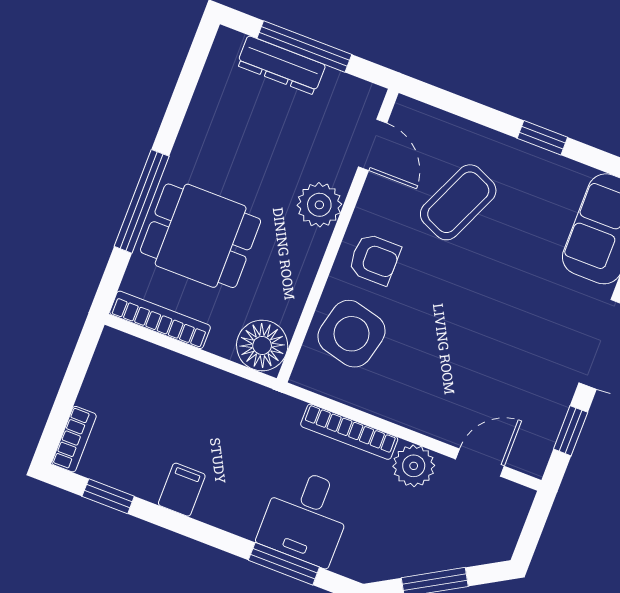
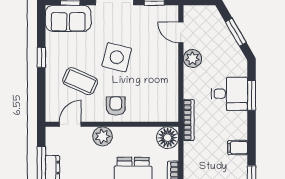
side table: (352, 334) -> (117, 57), moved
bookcase: (349, 432) -> (189, 120), moved

